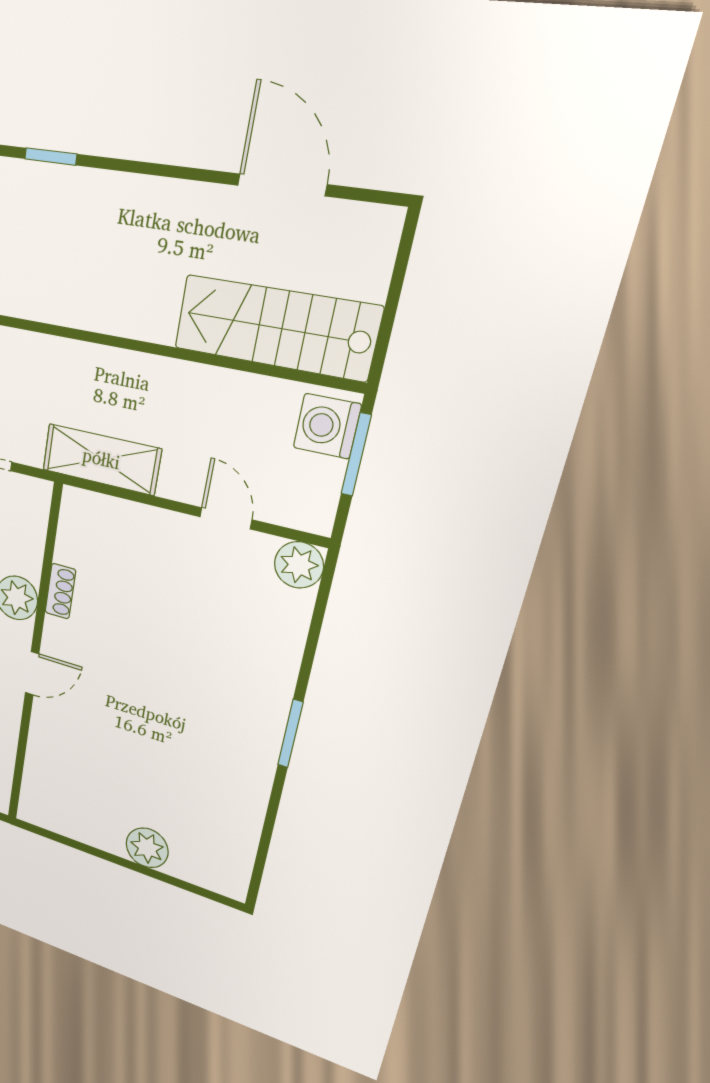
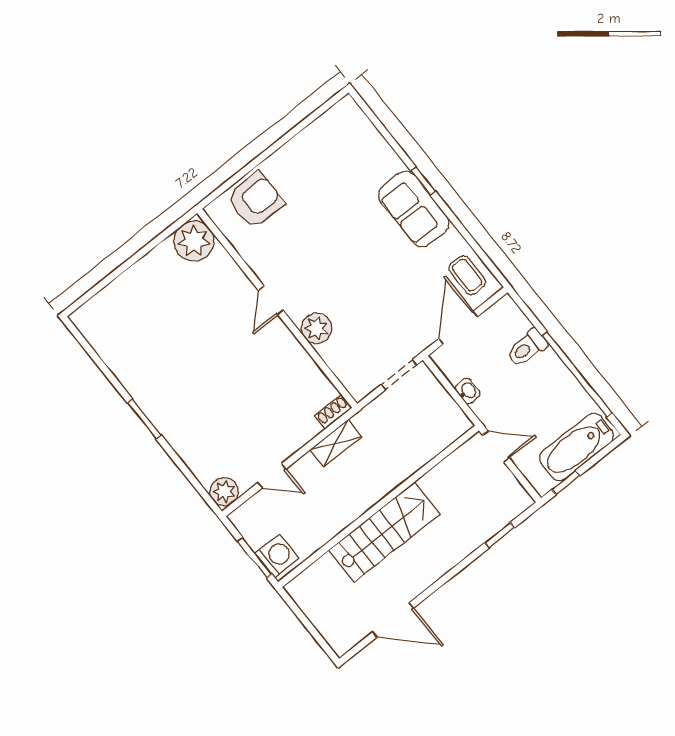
stairs: (275, 328) -> (384, 532), moved
shelving: (101, 459) -> (336, 443), width x0.67, depth x0.75
shoe rack: (60, 591) -> (333, 412), moved, turned 90
plant: (147, 848) -> (194, 241), moved, width x1.36, depth x1.36

